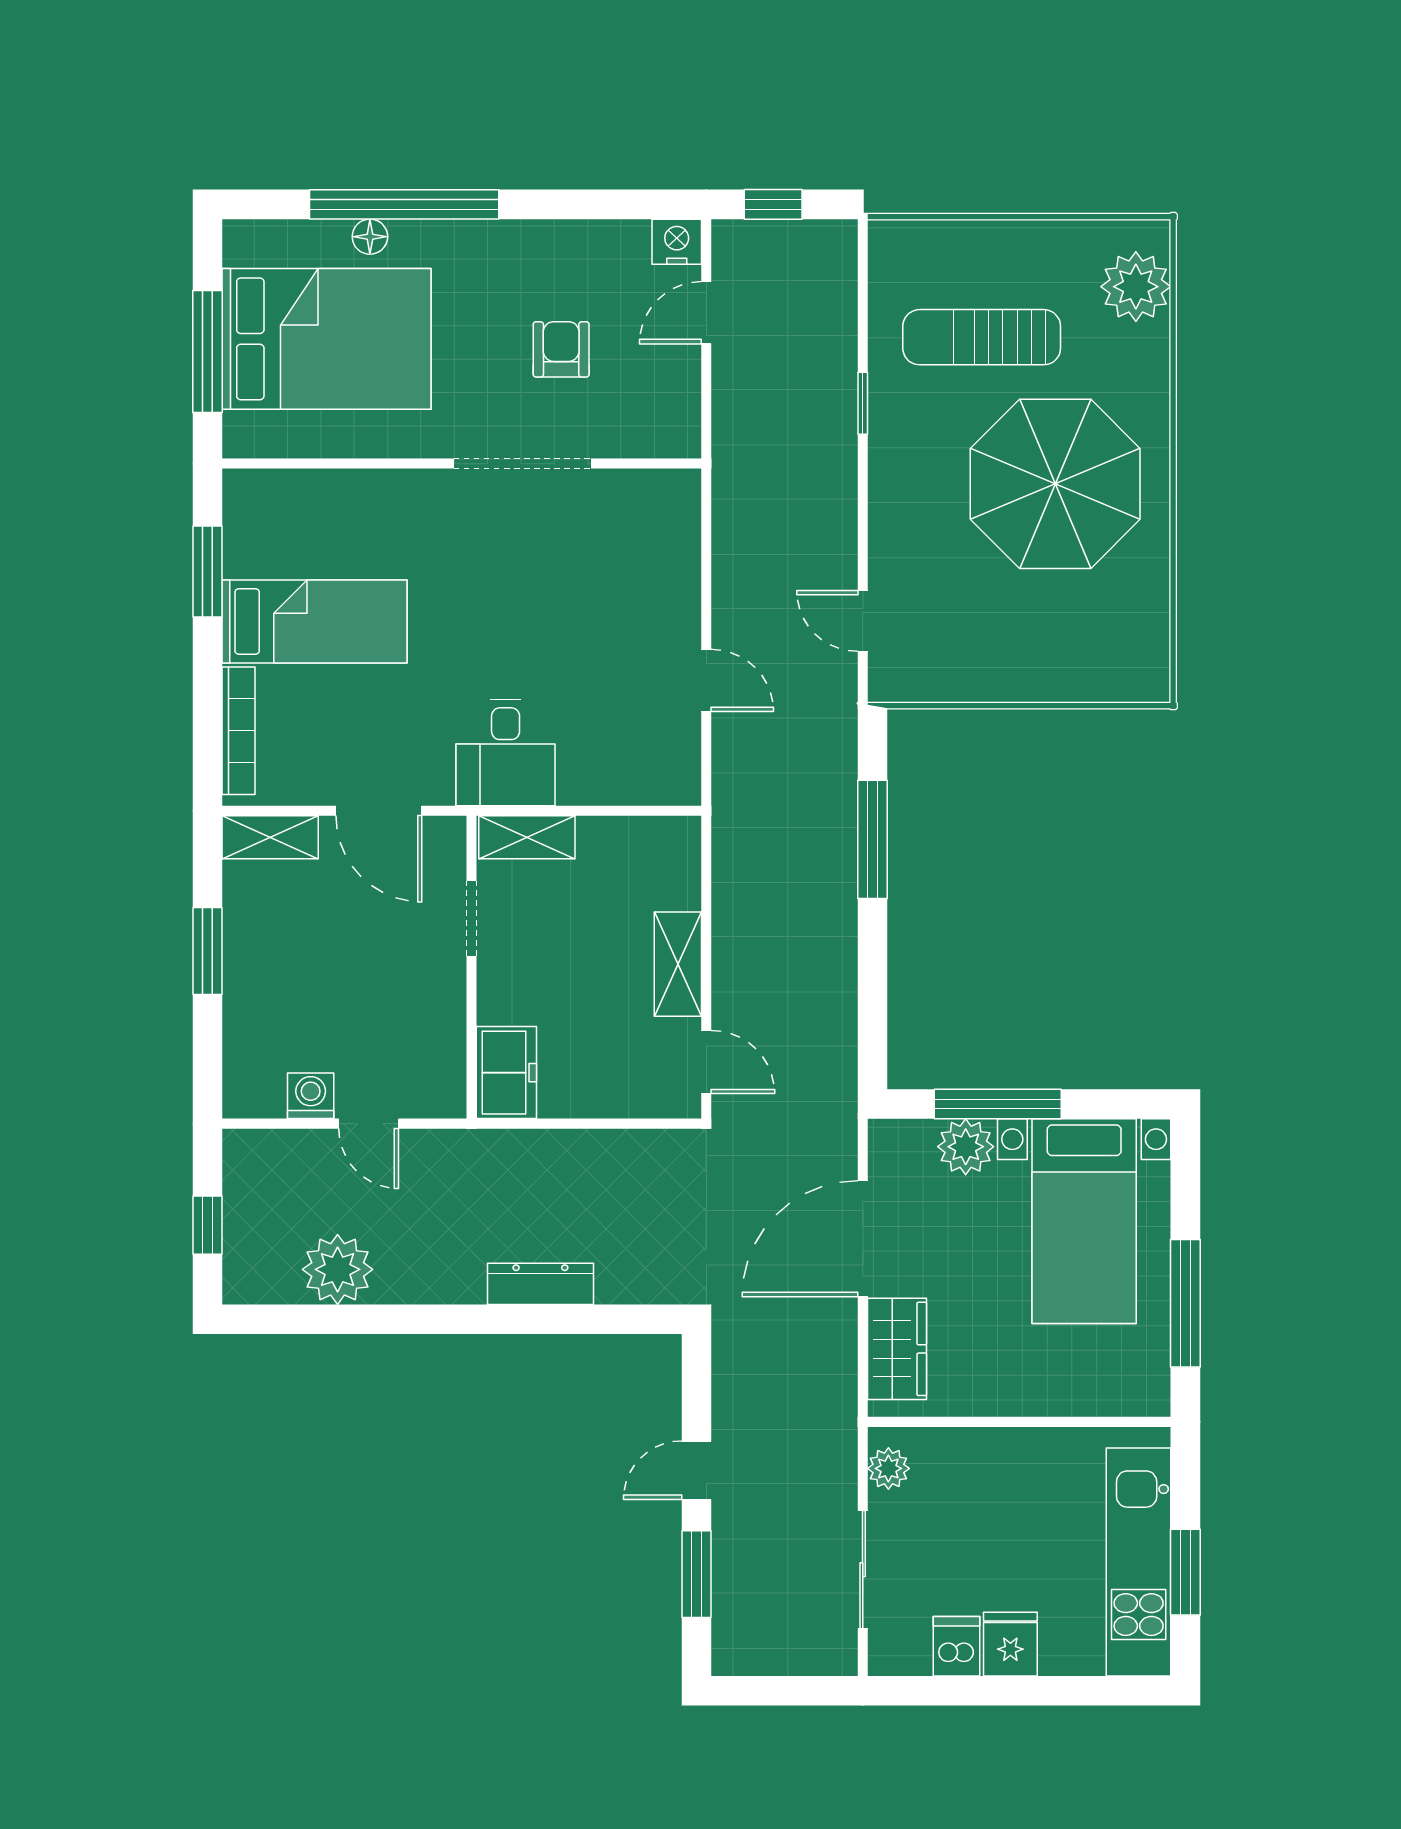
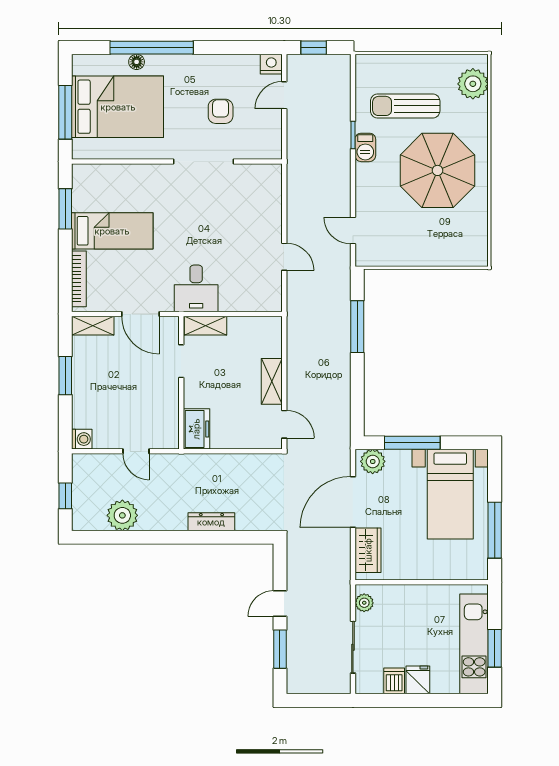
barbecue: (891, 431) -> (365, 147), added
washing machine: (311, 1096) -> (82, 439), moved, turned 90
plant: (966, 1147) -> (373, 461), moved

